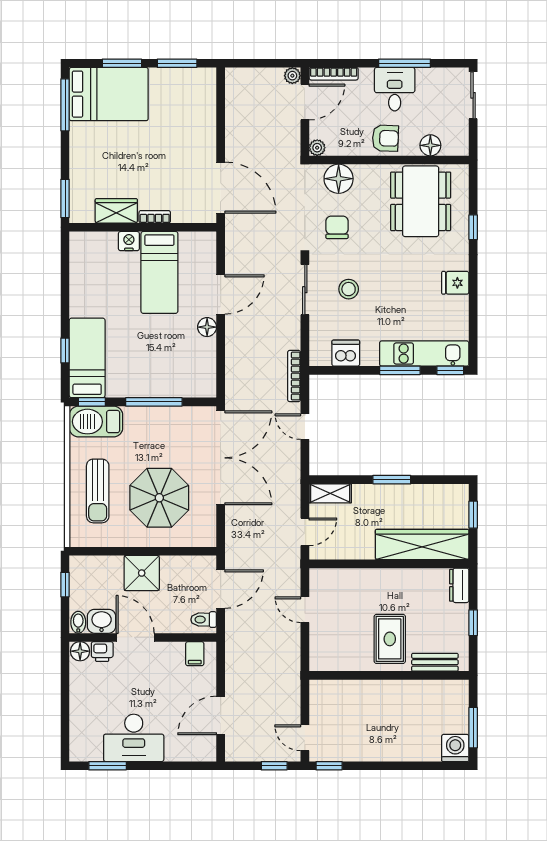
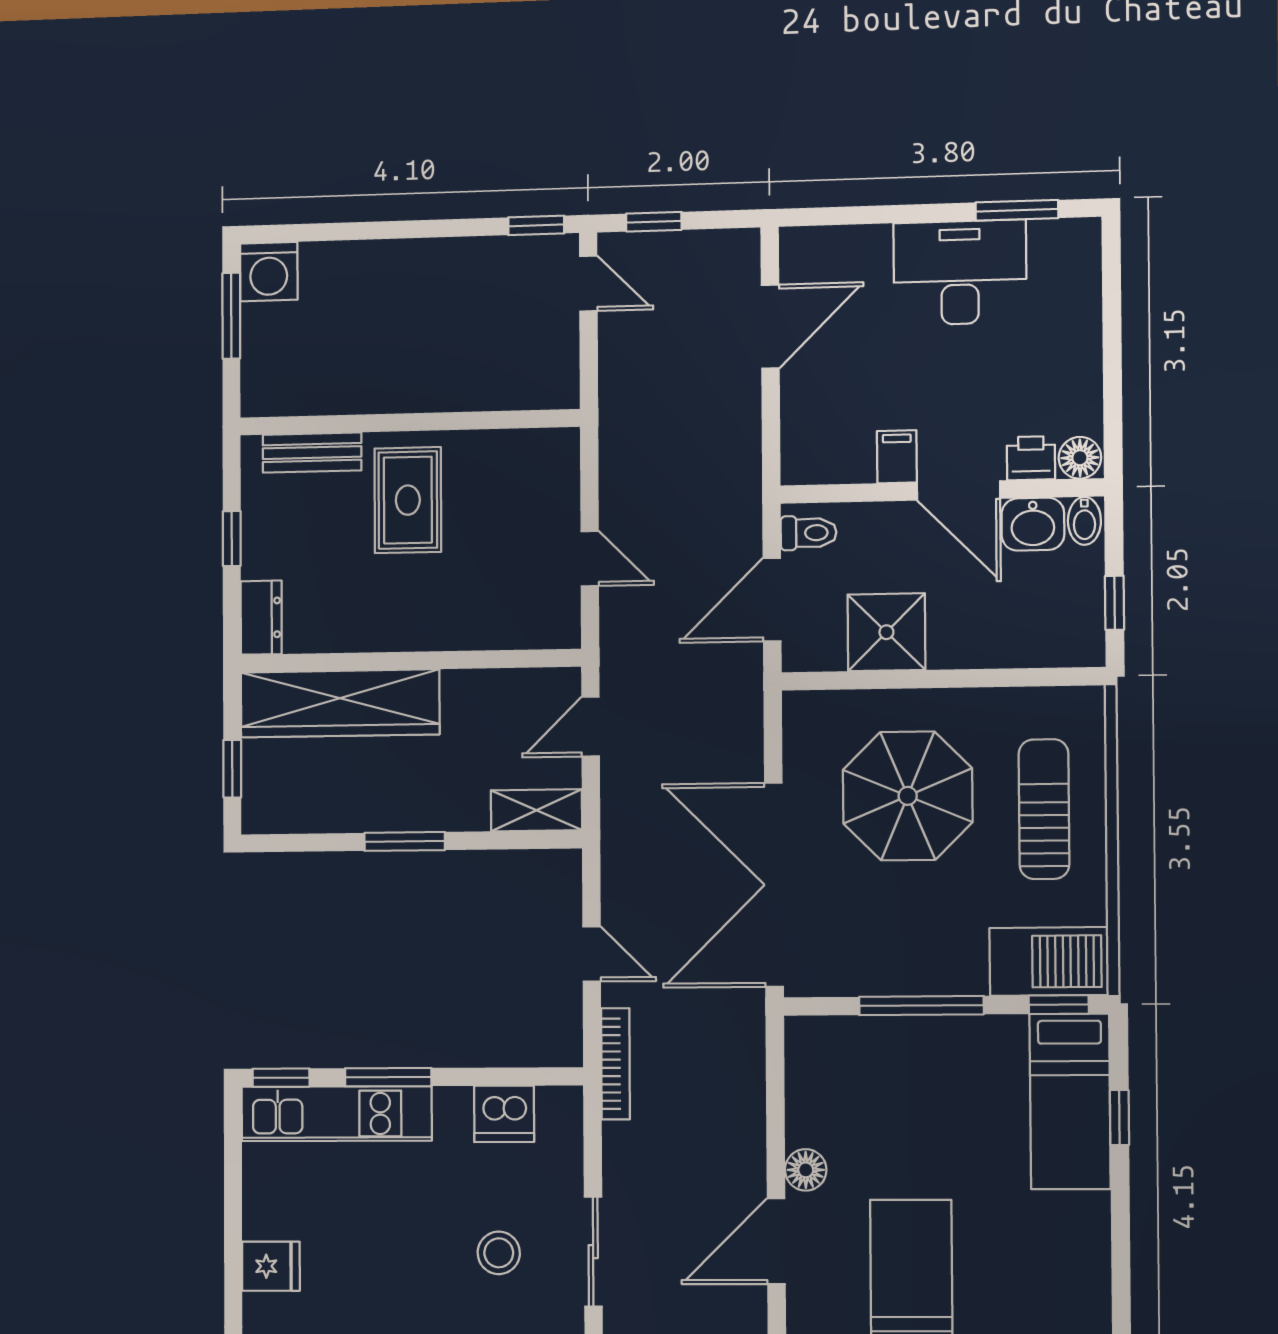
shower: (142, 573) -> (886, 632), moved
filing cabinet: (195, 654) -> (897, 457), moved

